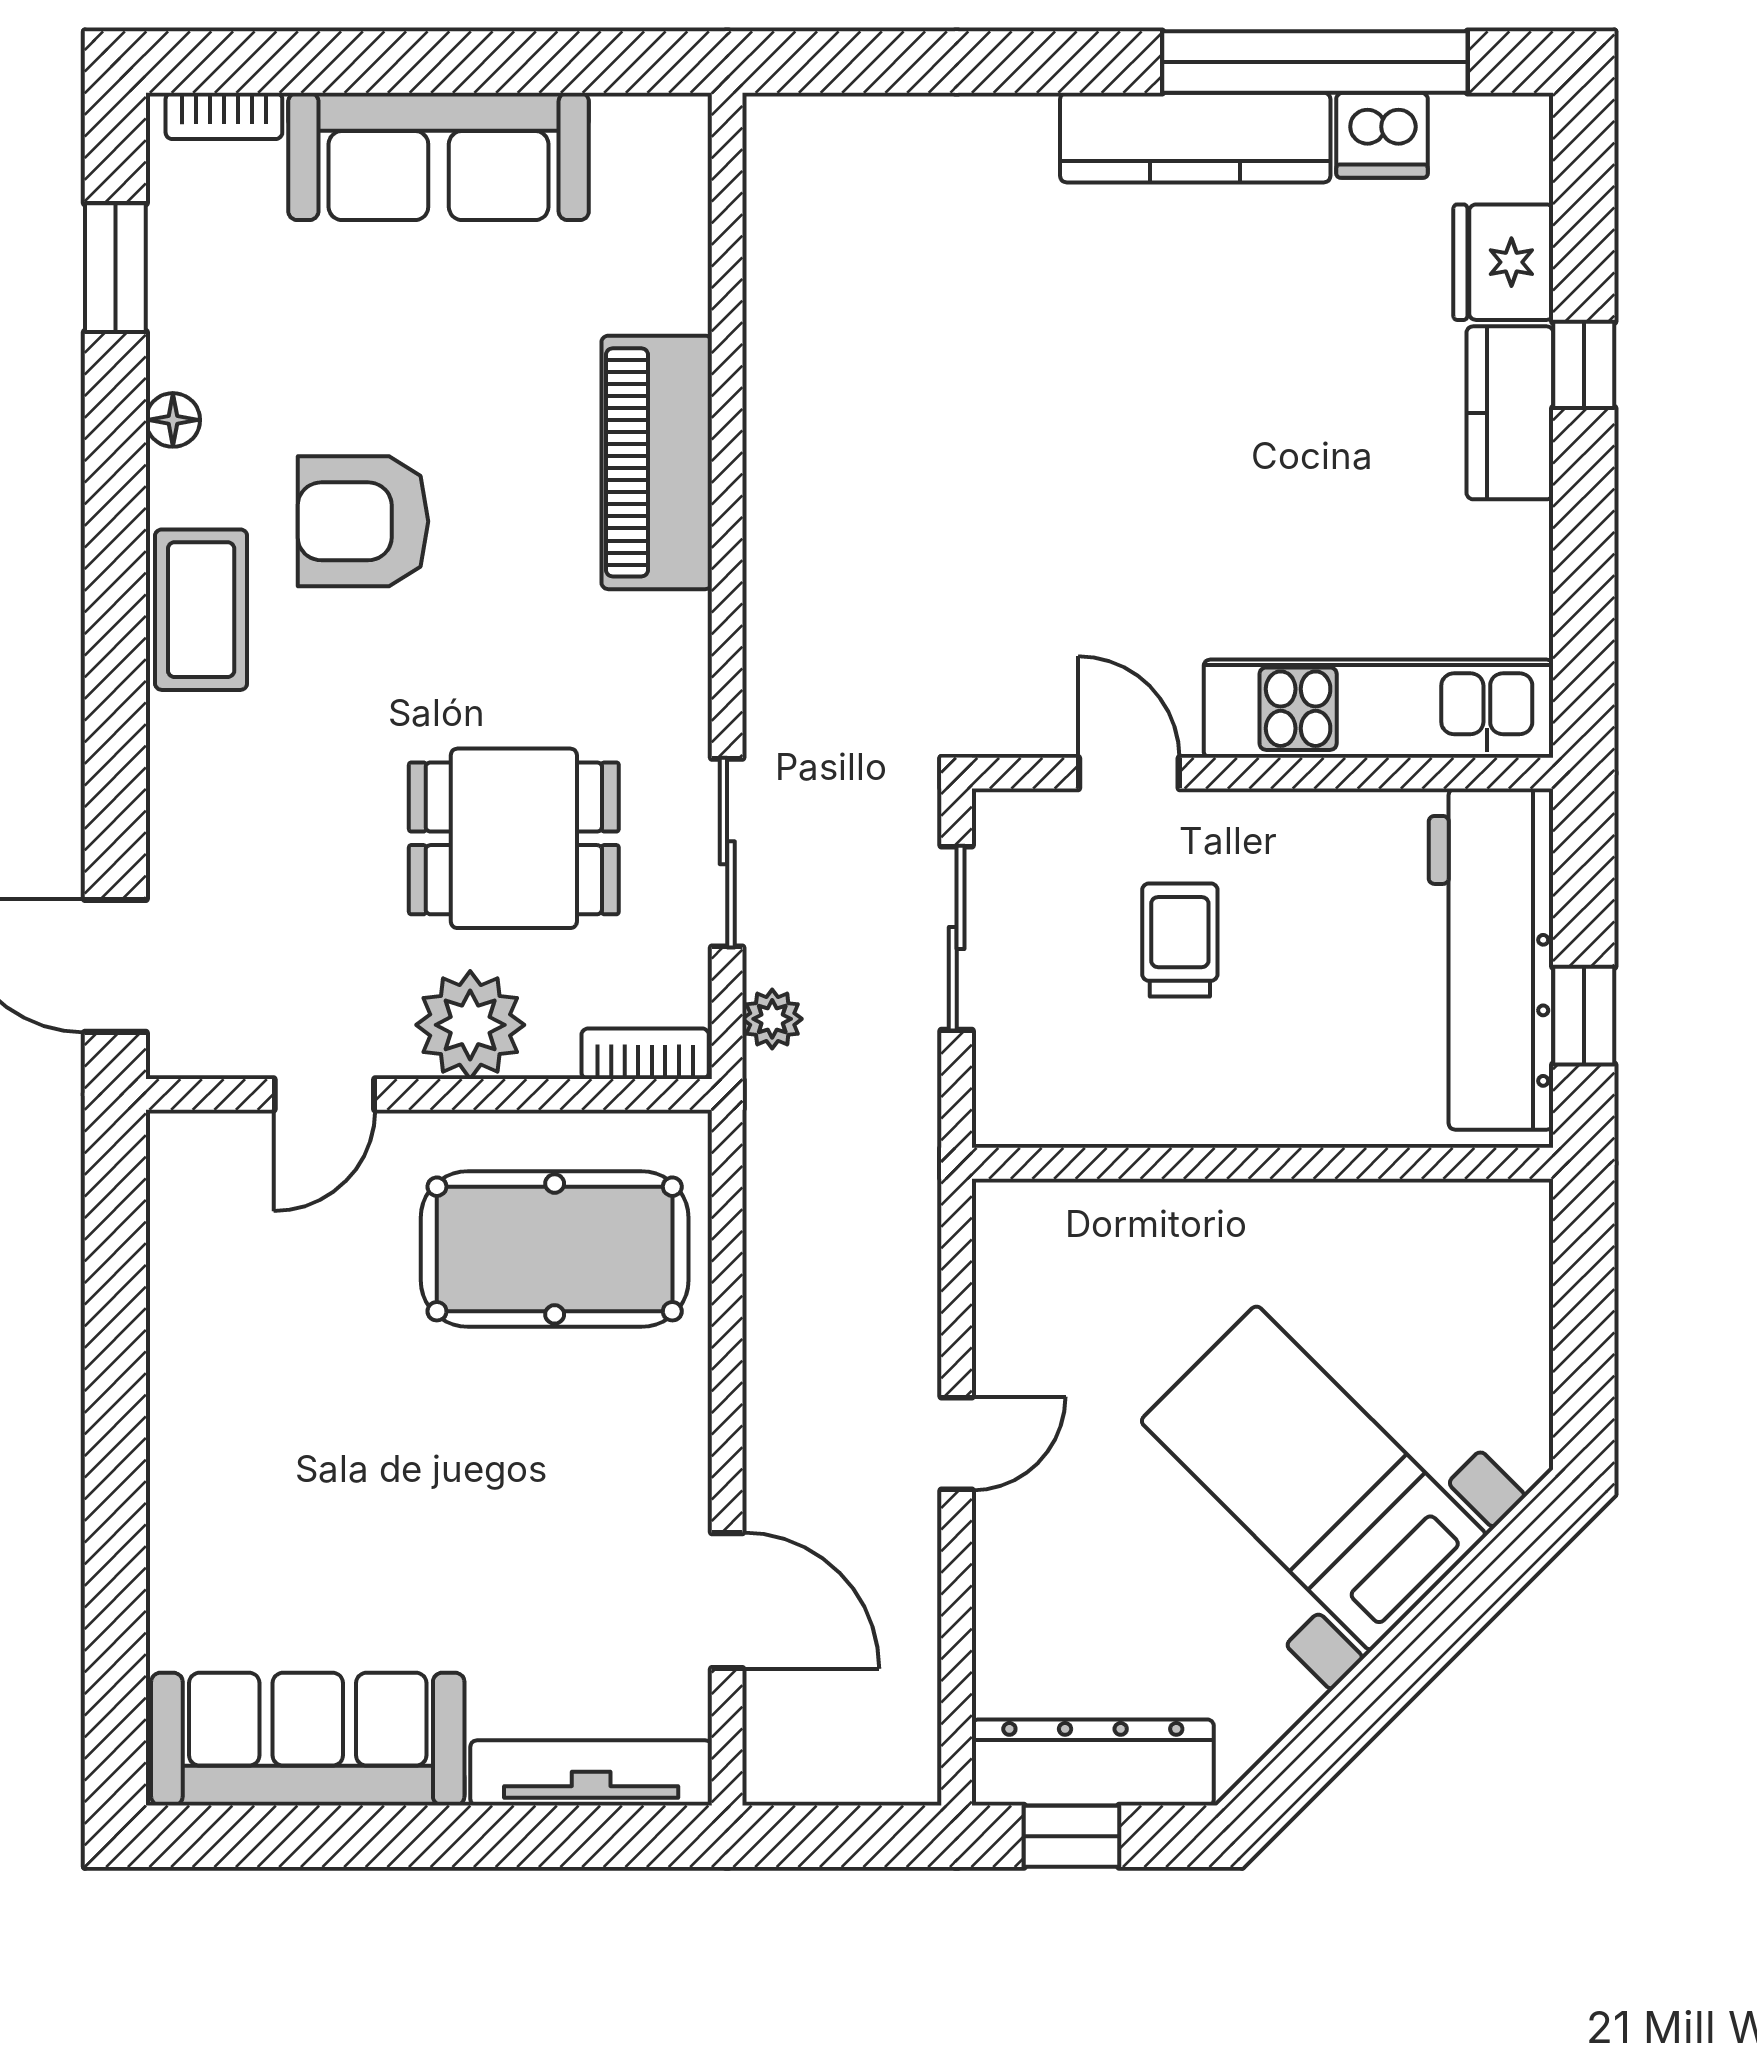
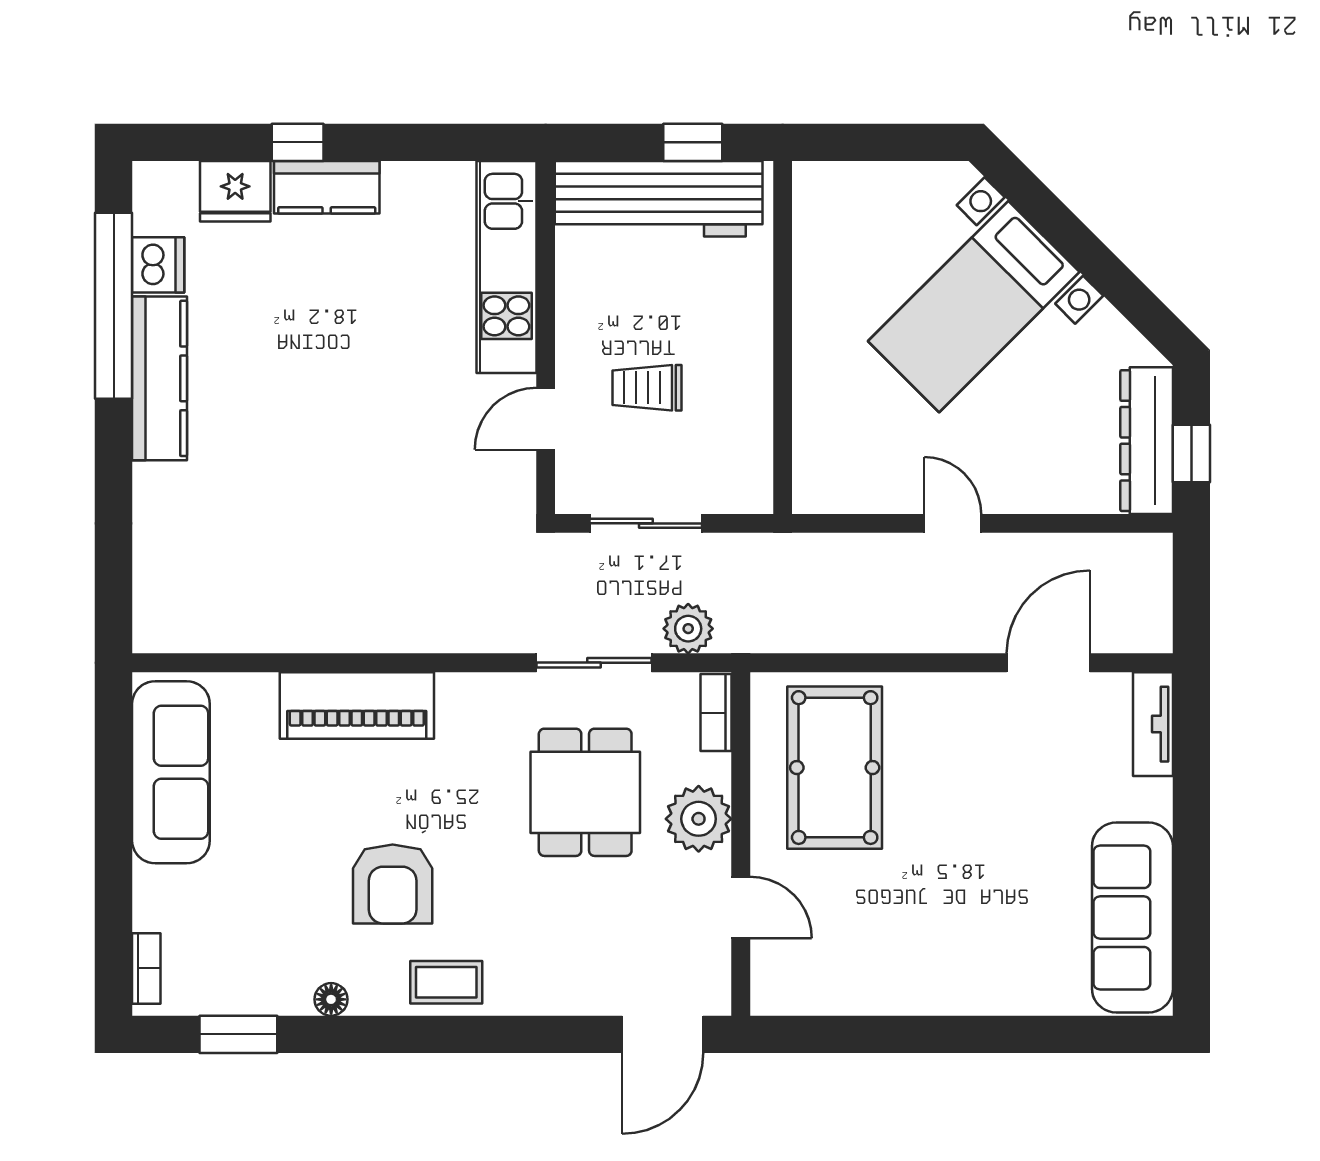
sofa: (439, 156) -> (171, 772), moved
coffee table: (201, 610) -> (446, 982), width x0.73, depth x0.77
plant: (772, 1019) -> (688, 629), width x1.38, depth x1.38
tv unit: (591, 1773) -> (1153, 724), width x0.71

